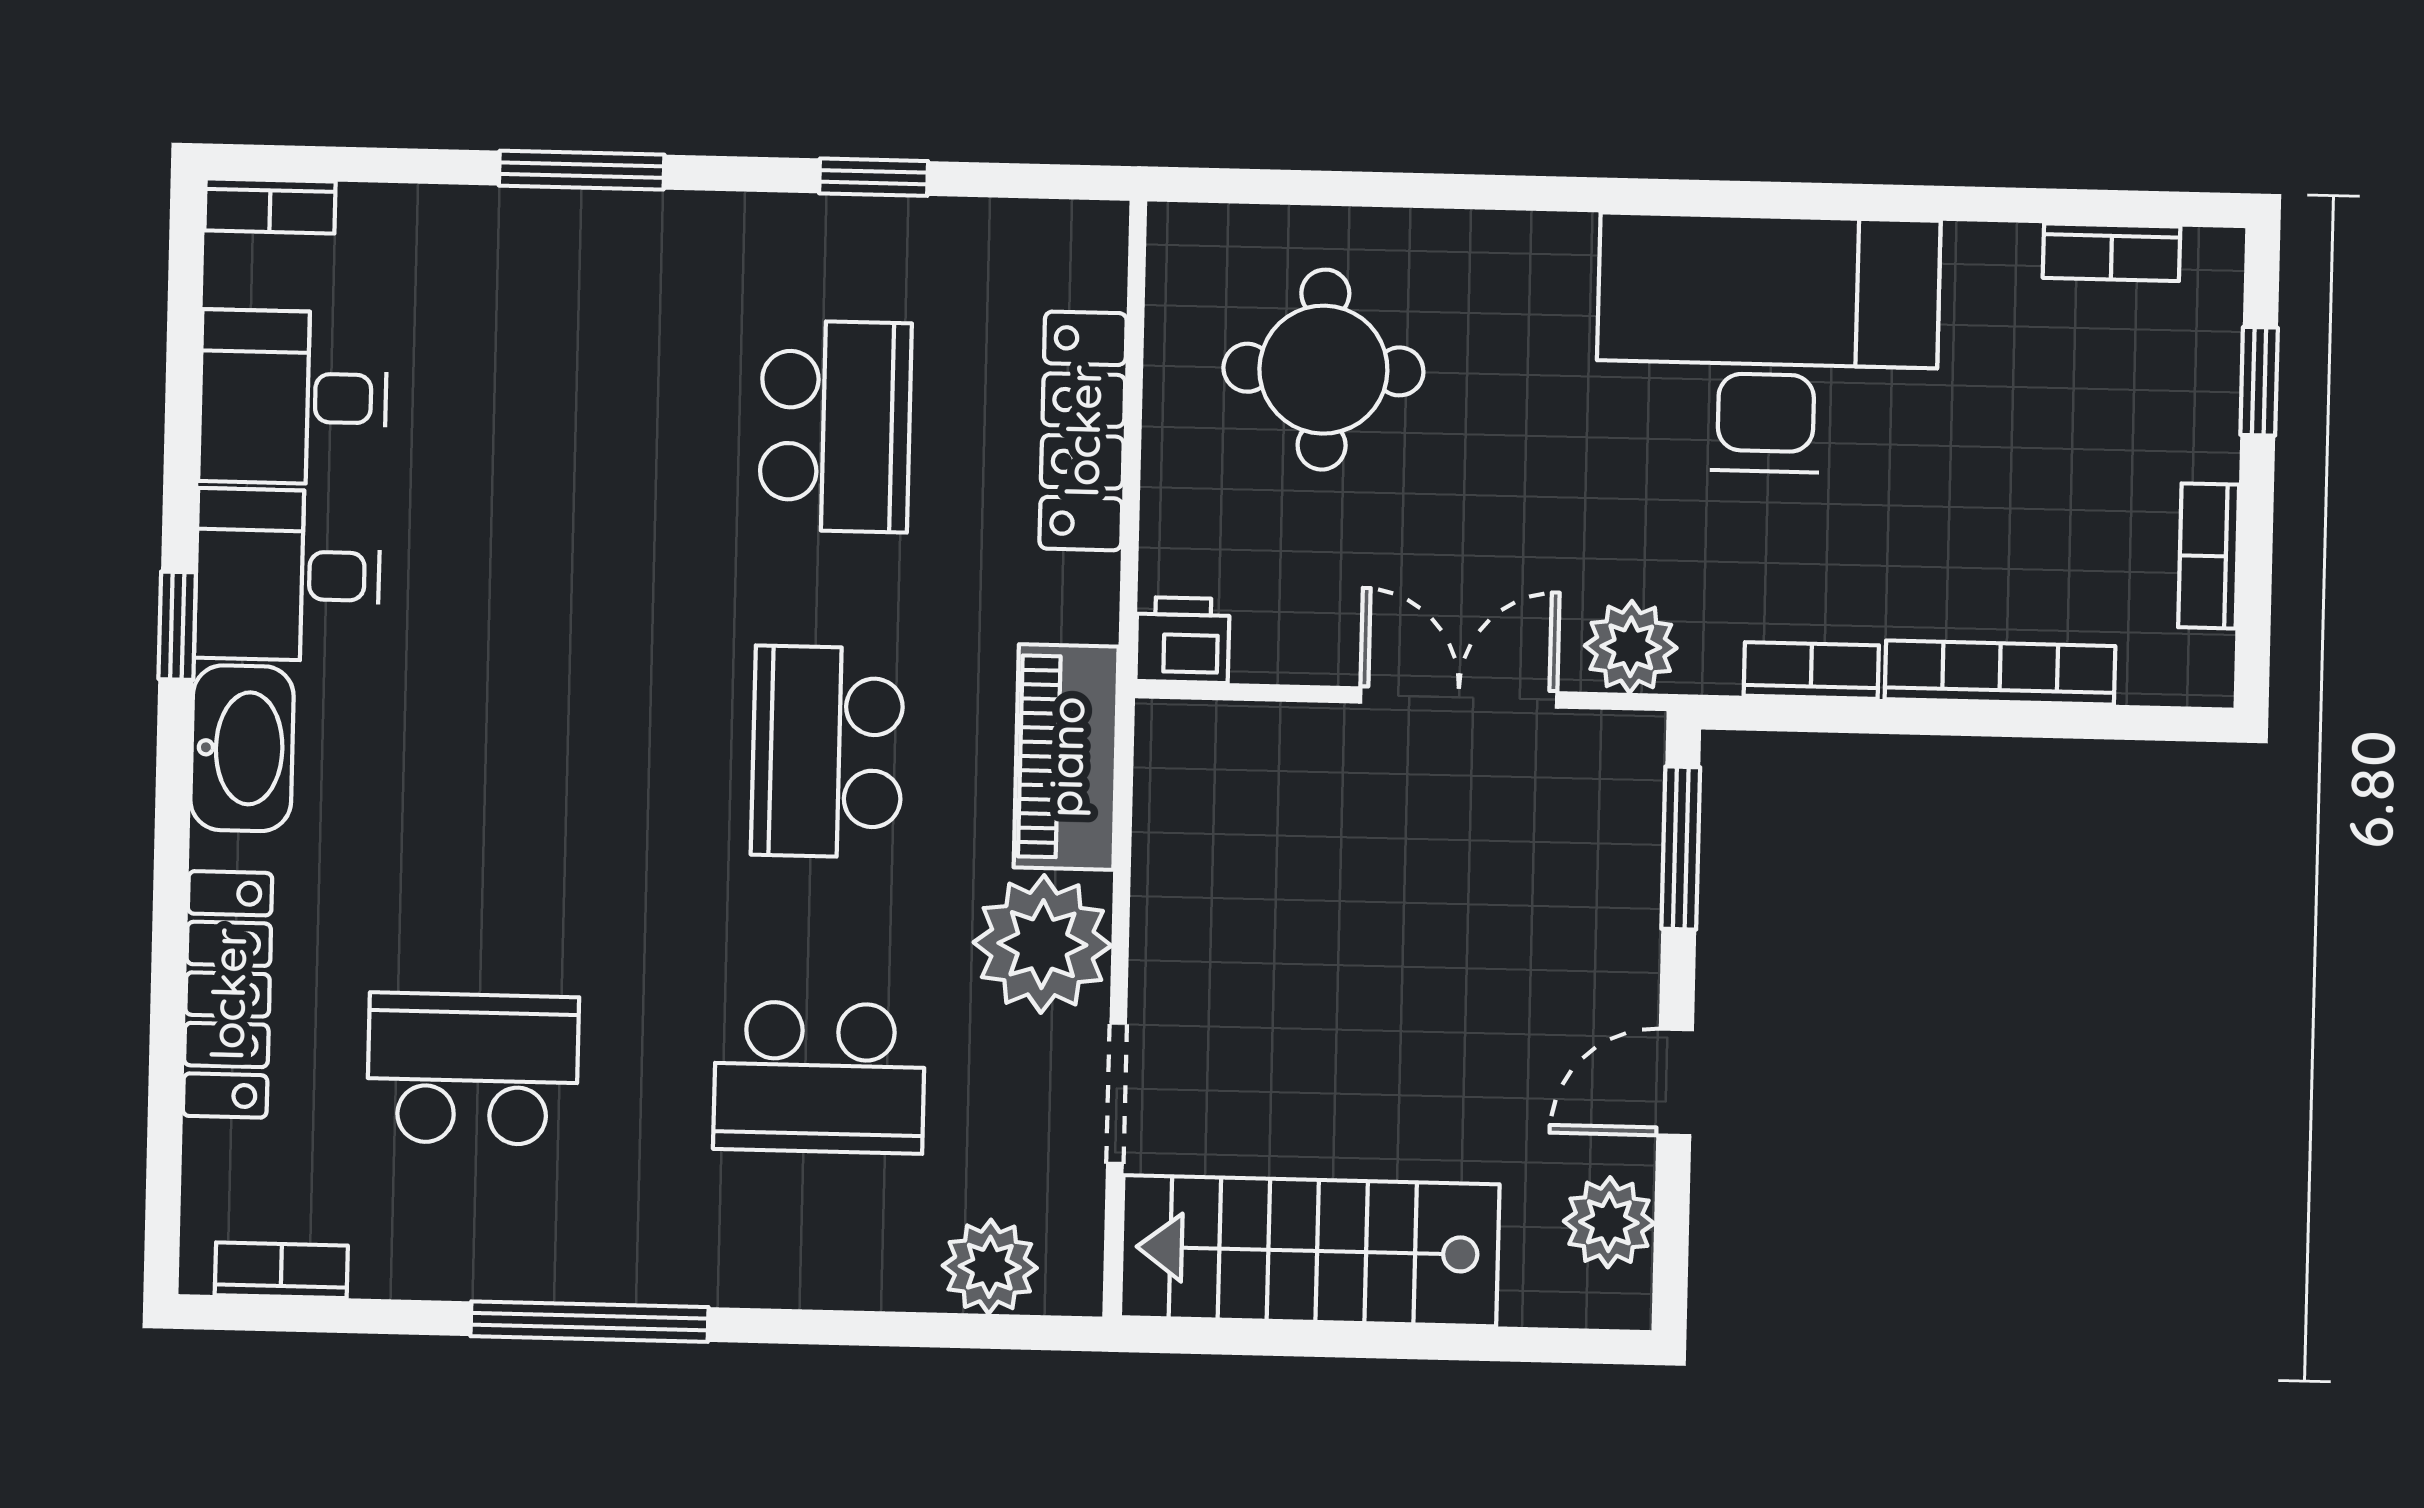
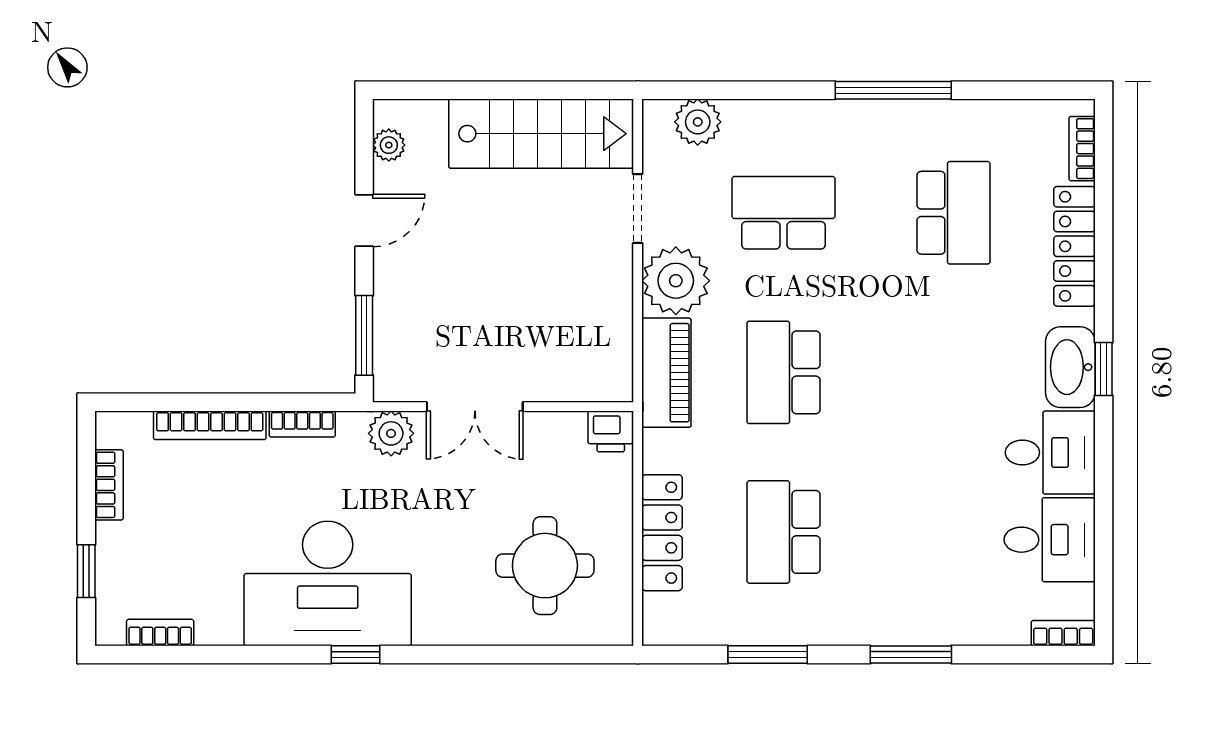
window: (874, 177) -> (768, 654), width x1.50
window: (1714, 198) -> (355, 654), added
window: (177, 626) -> (1104, 369), moved
school desk: (827, 752) -> (784, 372), turned 180
school desk: (473, 1069) -> (953, 213), turned -90
plant: (1609, 1222) -> (389, 145), width x0.73, depth x0.73
bookcase: (281, 1270) -> (1082, 149), moved, turned 90

